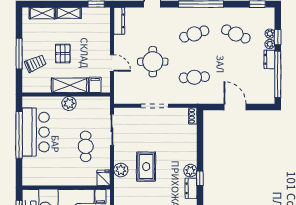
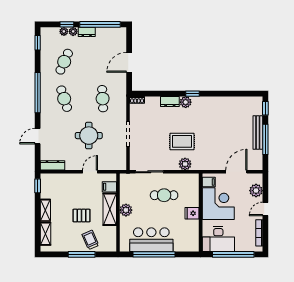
fridge: (104, 178) -> (192, 213), moved
dresser: (191, 188) -> (170, 102), moved

